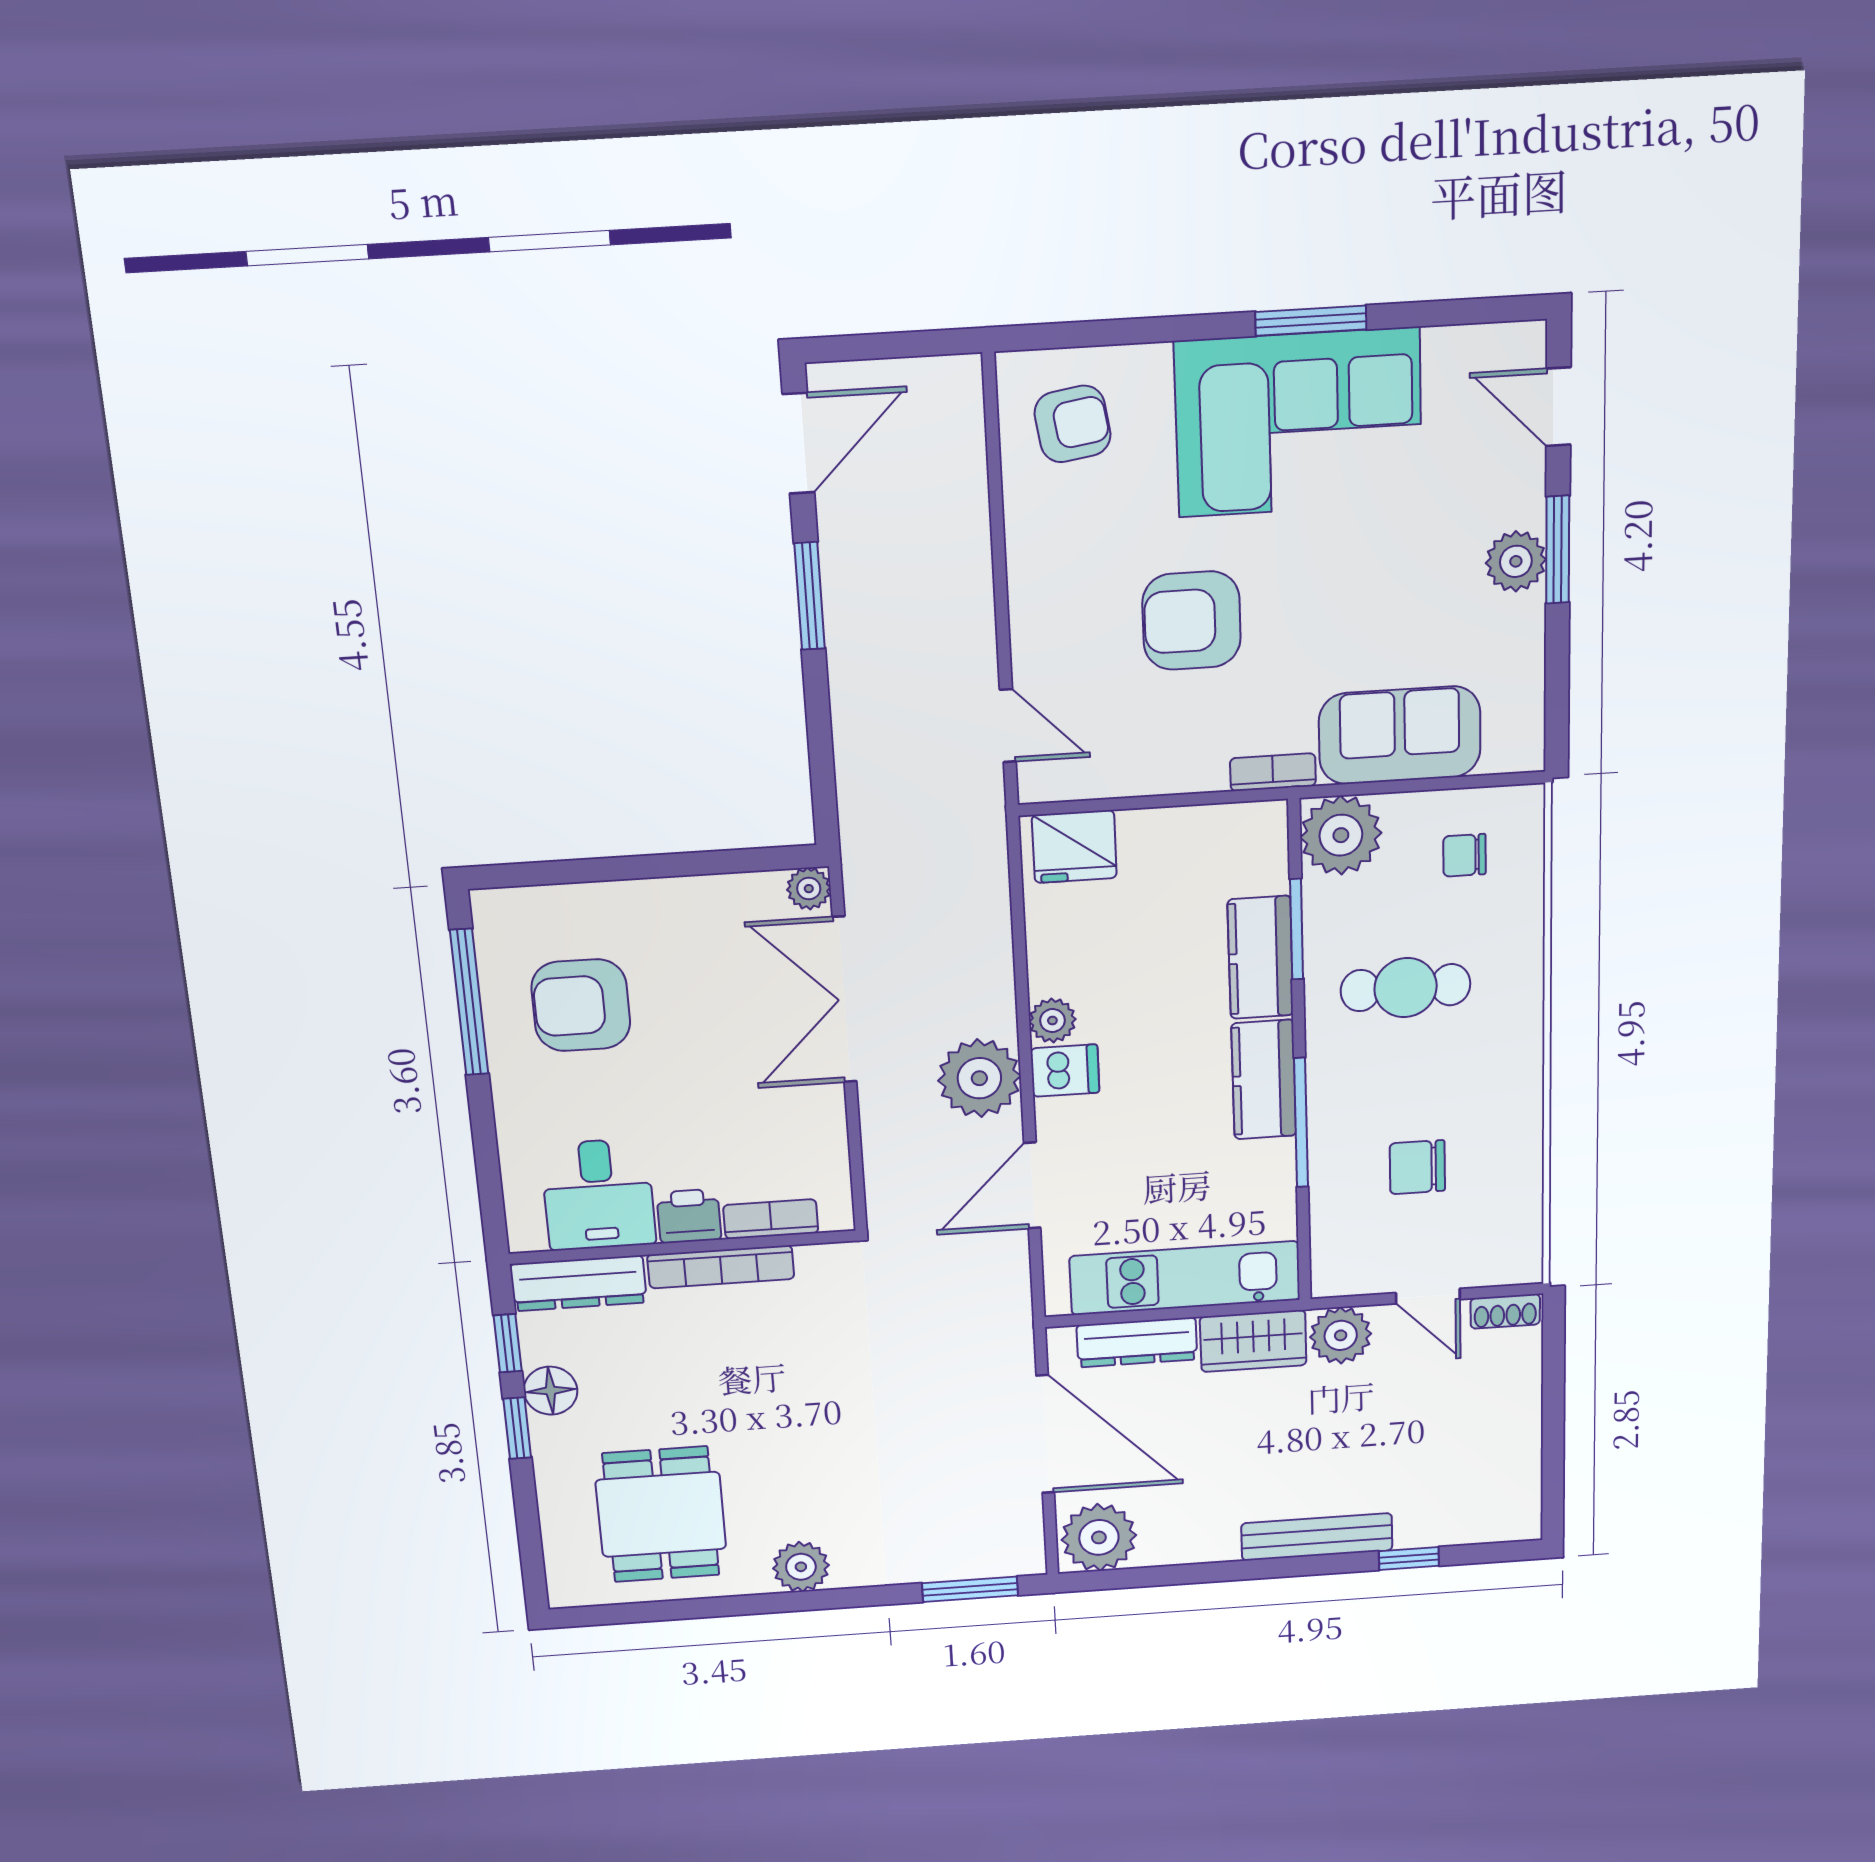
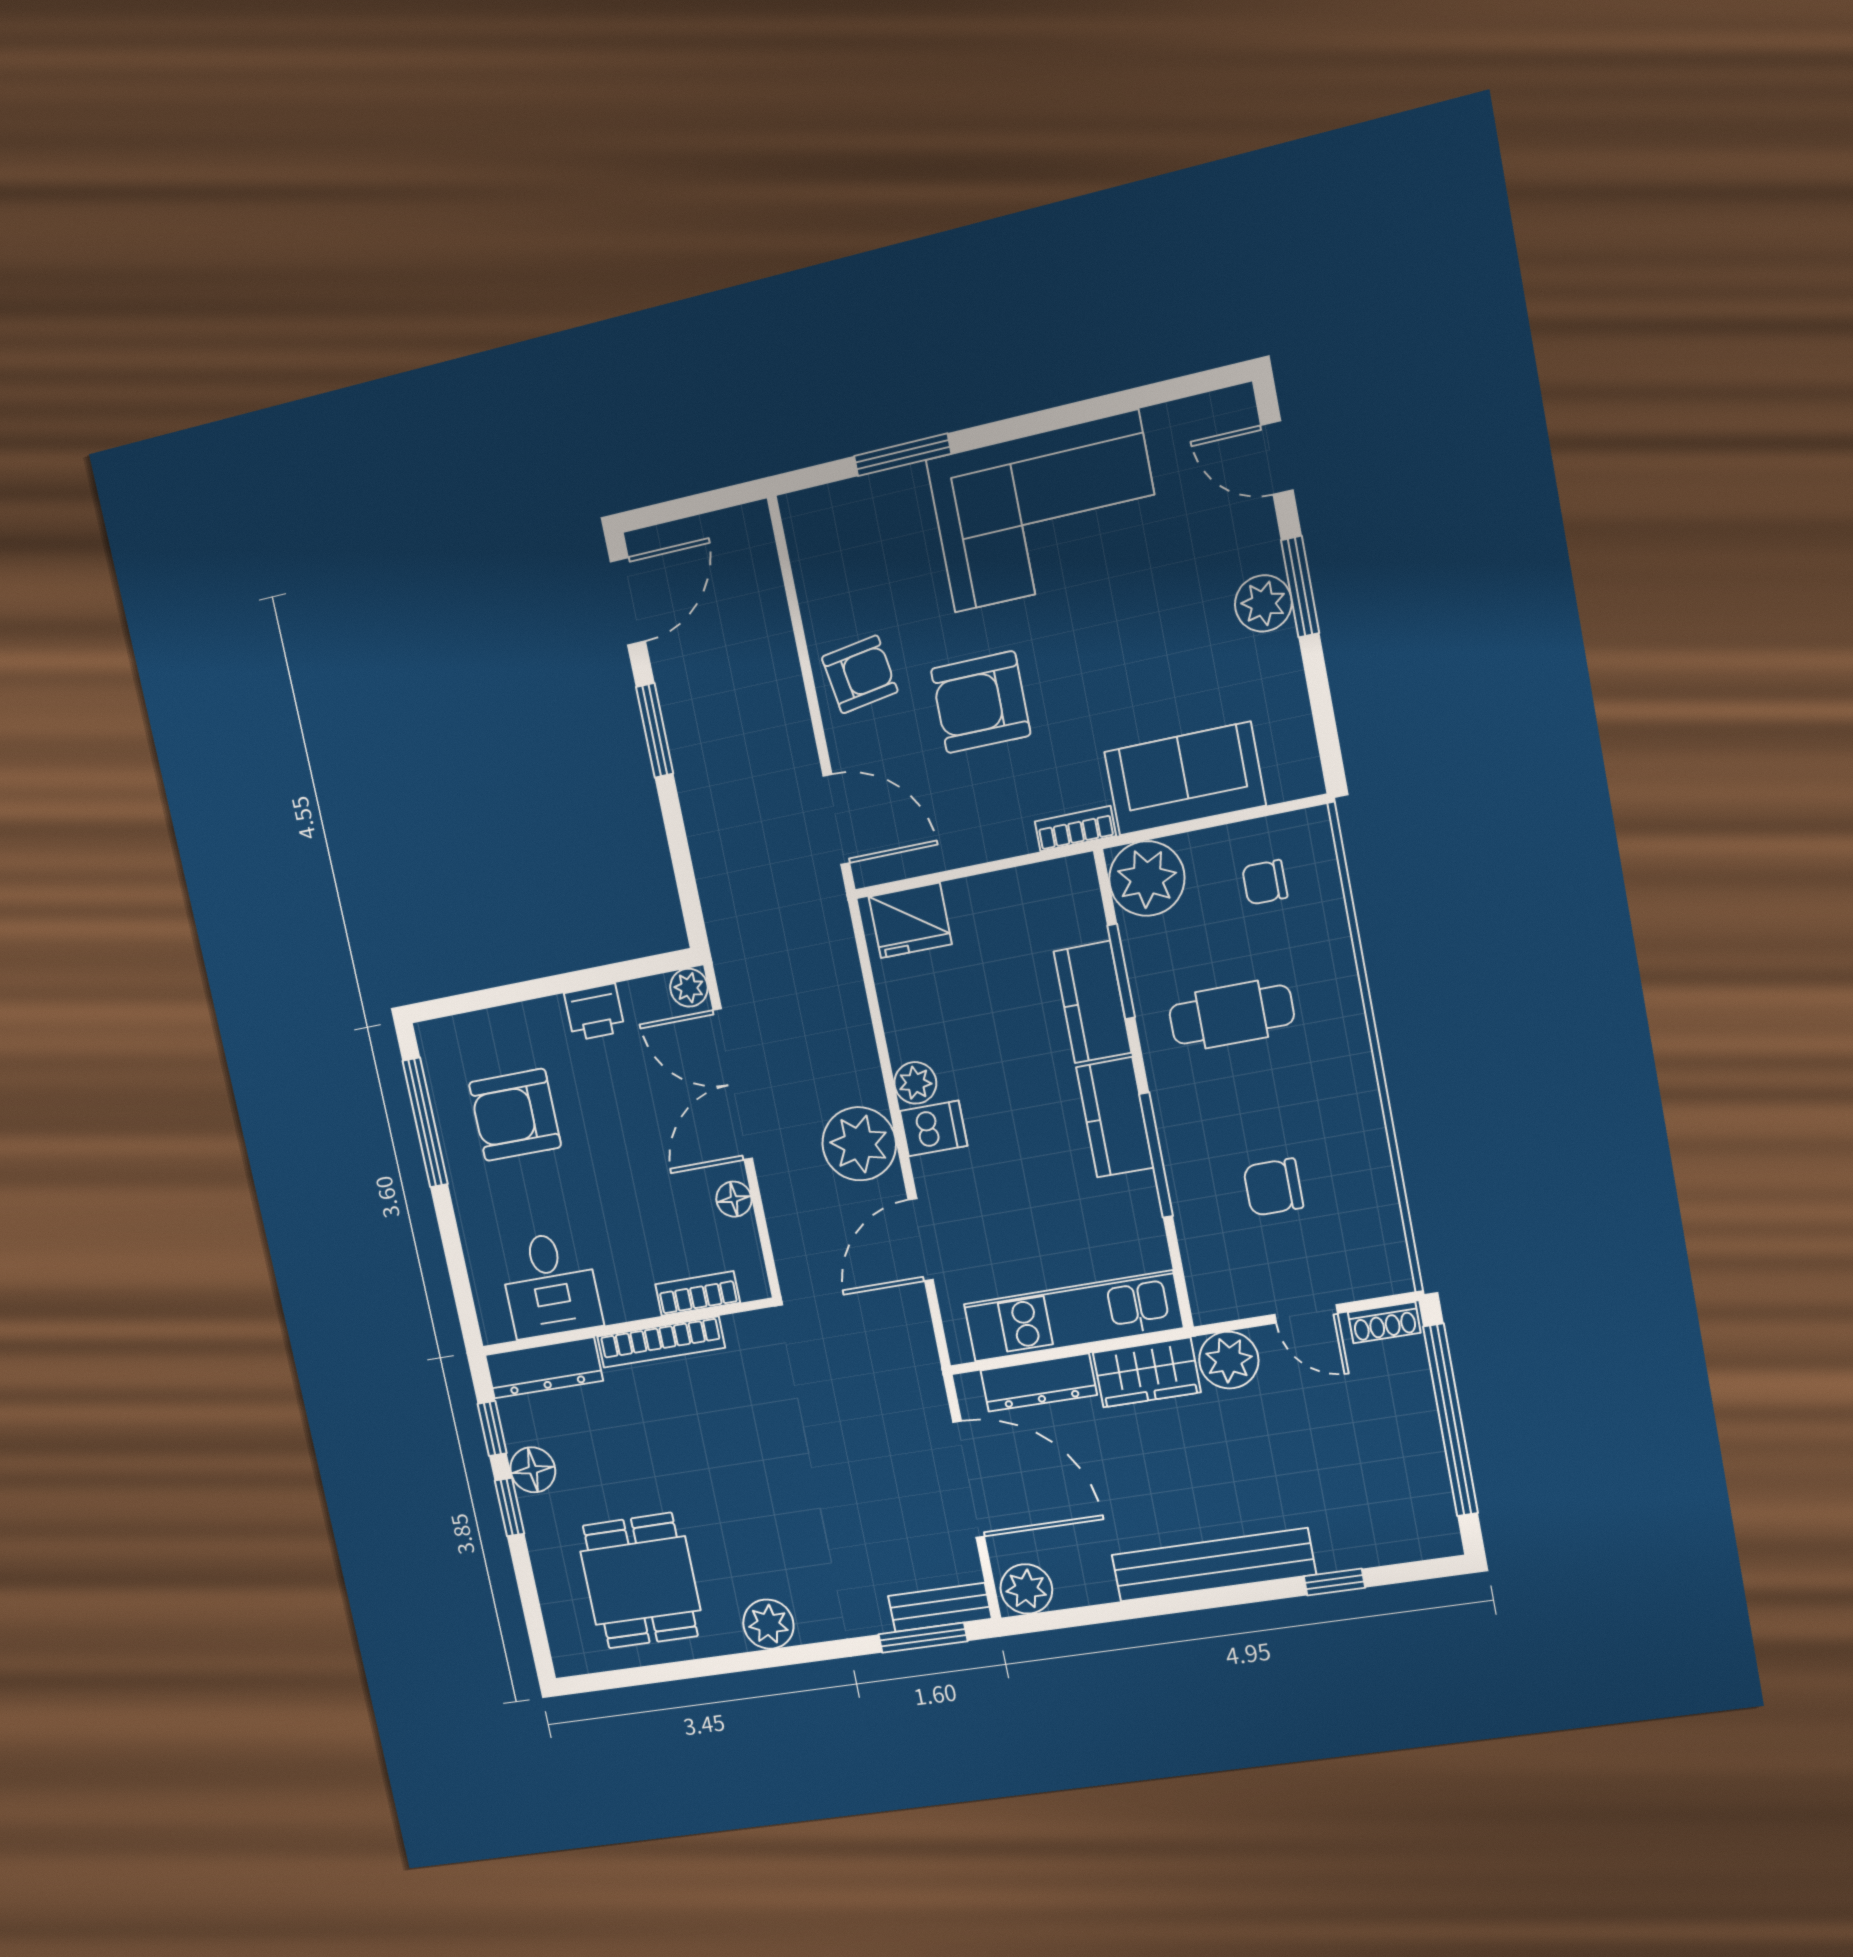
window: (1311, 321) -> (903, 455), moved
armchair: (1073, 424) -> (860, 674), moved
door: (1008, 726) -> (836, 819), width x1.38
floor lamp: (828, 1123) -> (734, 1199), added
printer: (689, 1216) -> (594, 1012), moved, turned 180
window: (1553, 1411) -> (1451, 1420), added
plant: (1099, 1537) -> (1026, 1589), width x0.73, depth x0.73
bench: (1317, 1537) -> (1213, 1565), width x1.37, depth x1.21
bench: (993, 1560) -> (940, 1607), added

